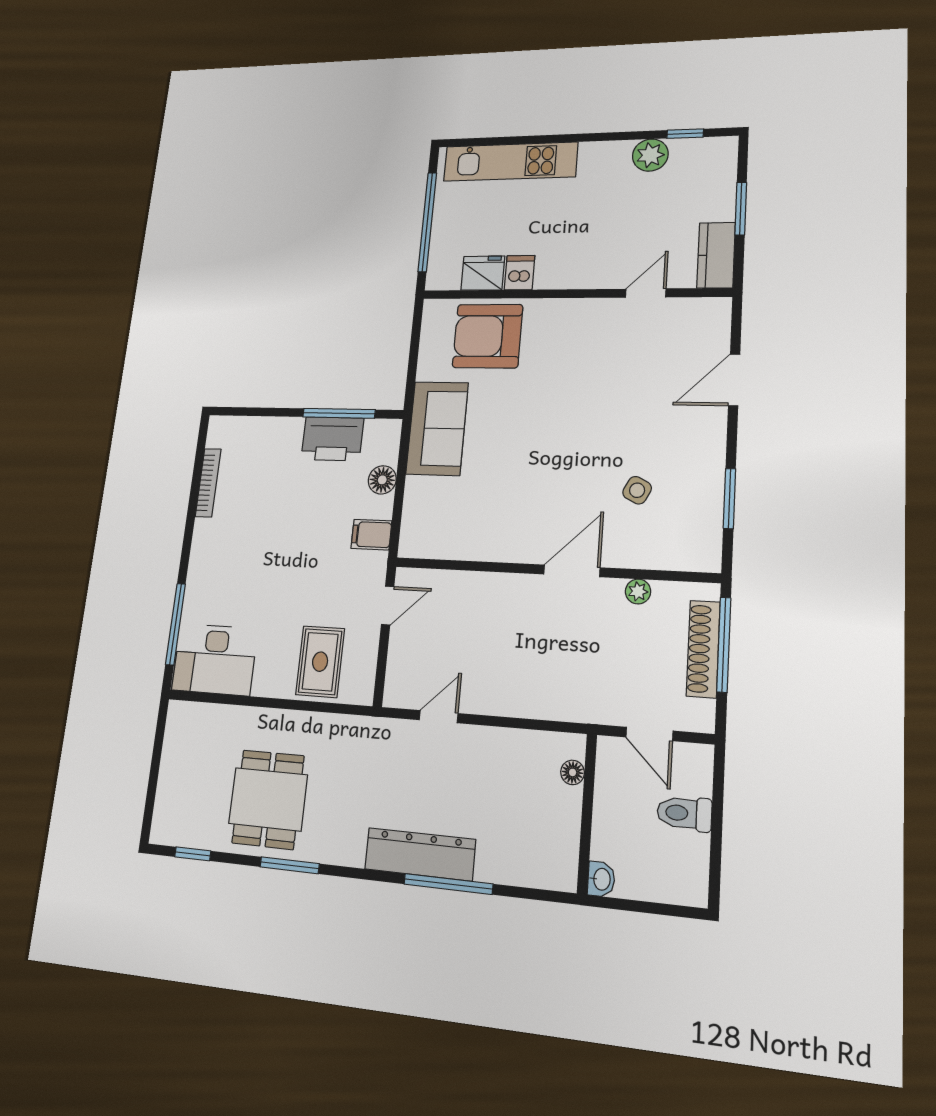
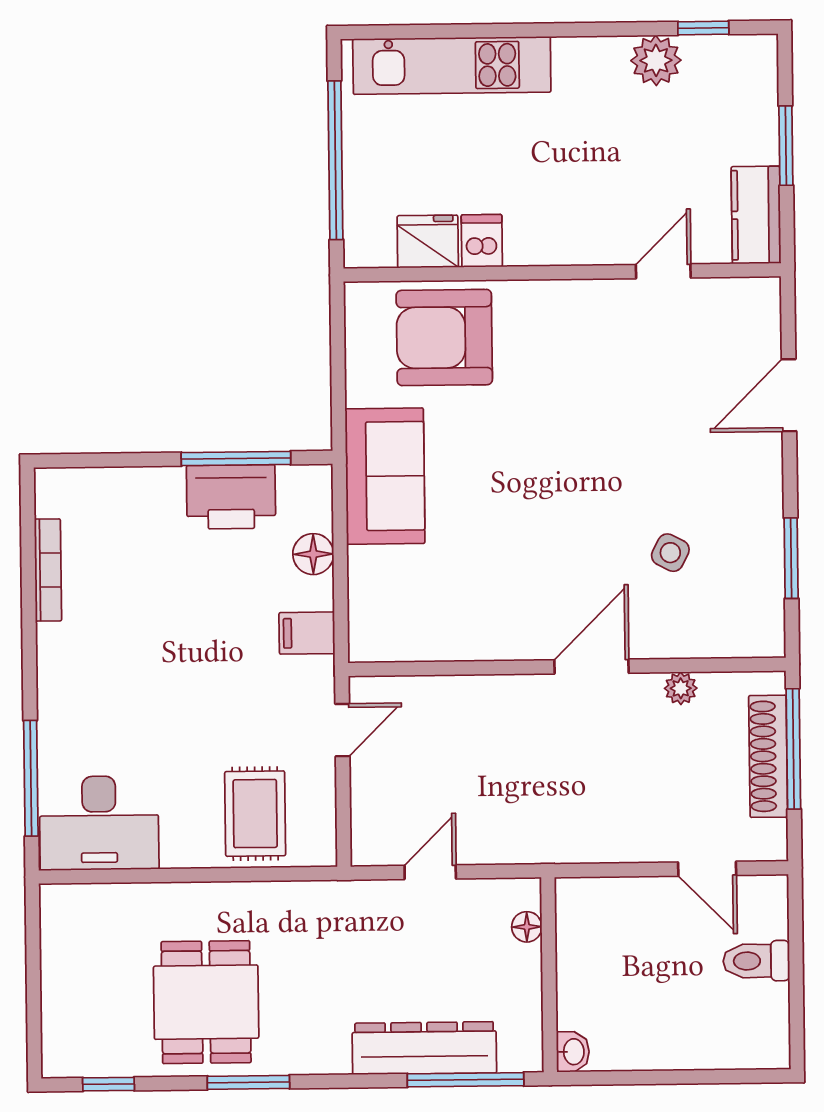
floor lamp: (573, 772) -> (527, 927), moved
wall: (587, 813) -> (549, 975), moved
washbasin: (601, 879) -> (573, 1052), moved

